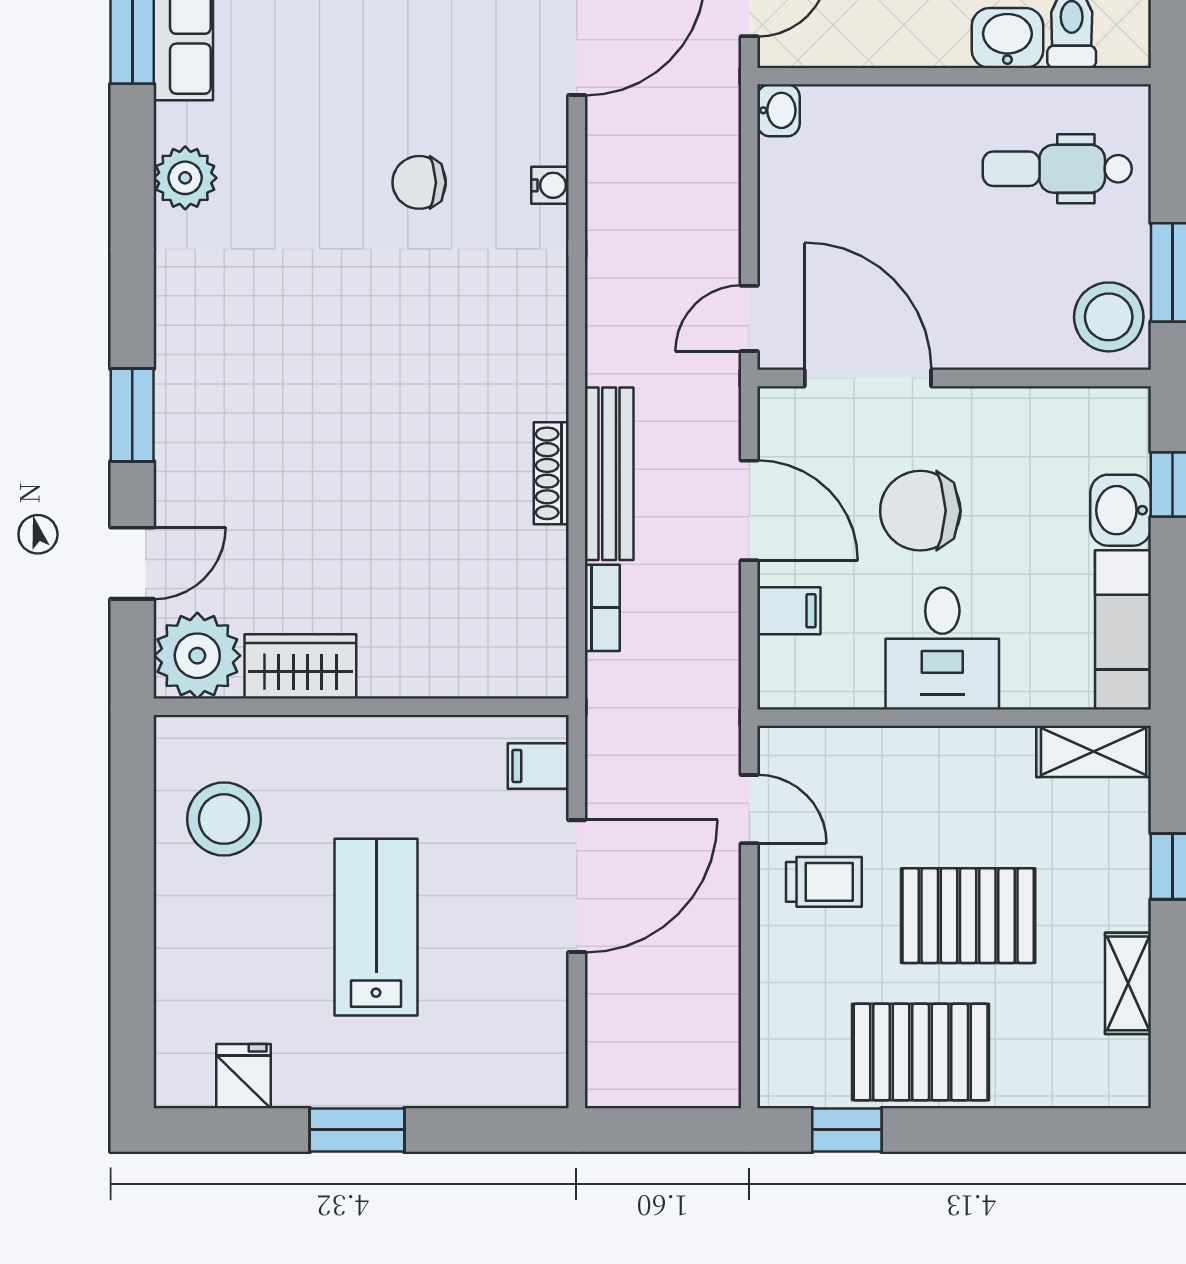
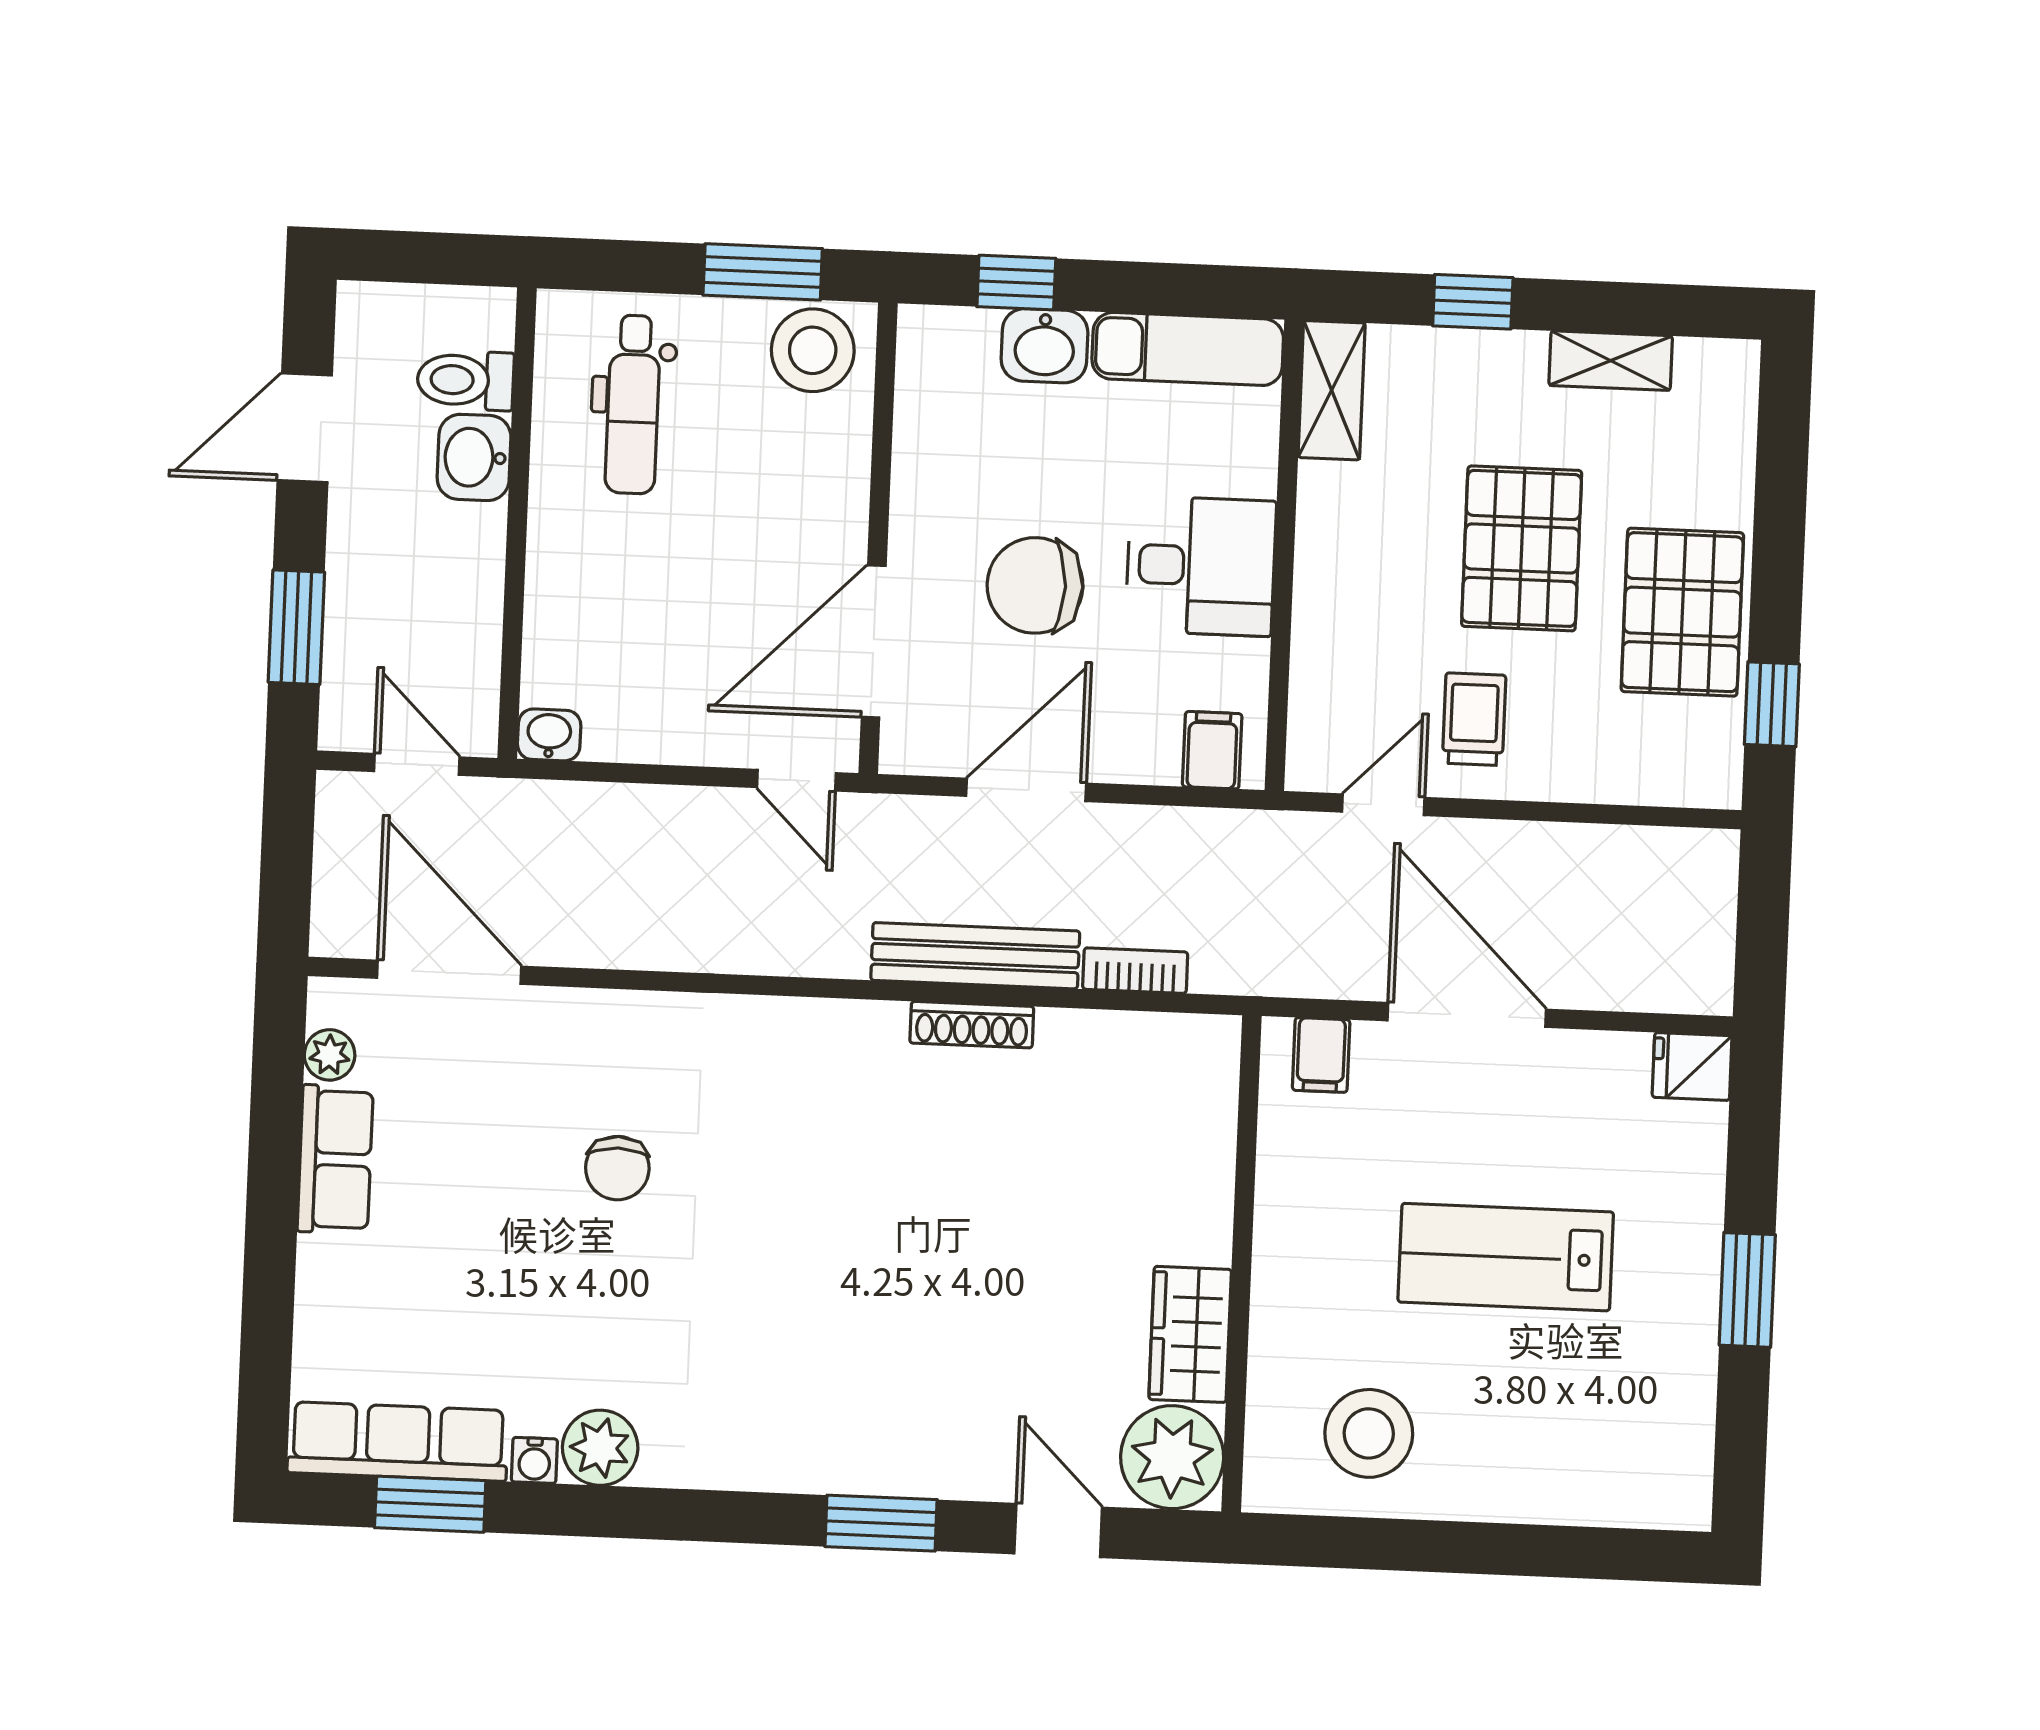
water cooler: (550, 185) -> (534, 1460), moved, turned 180
chair: (920, 511) -> (1035, 585), turned 90
filing cabinet: (789, 611) -> (1212, 750), moved
fridge: (244, 1076) -> (1692, 1067), moved

